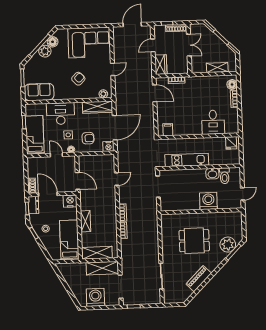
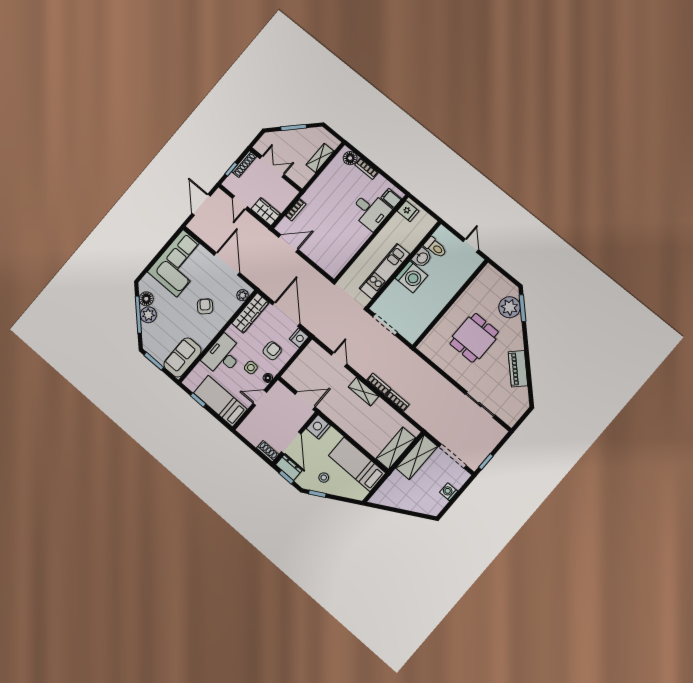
door: (113, 69) -> (227, 264), width x1.87
filing cabinet: (168, 130) -> (391, 198), moved
door: (48, 194) -> (291, 443), swing flipped
washing machine: (208, 201) -> (411, 277), moved, turned 180
shelving: (85, 221) -> (364, 392), moved
washing machine: (95, 297) -> (449, 492), width x0.53, depth x0.53

